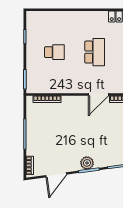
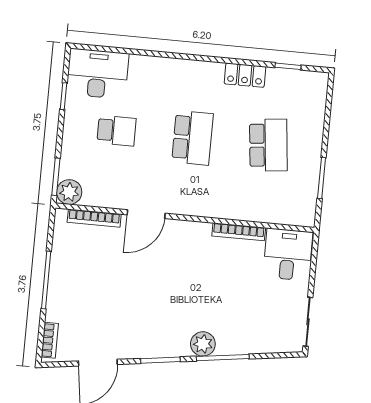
desk: (42, 23) -> (97, 74), added
plant: (33, 87) -> (69, 192), added
door: (99, 94) -> (146, 214), moved
plant: (87, 163) -> (203, 344), moved

